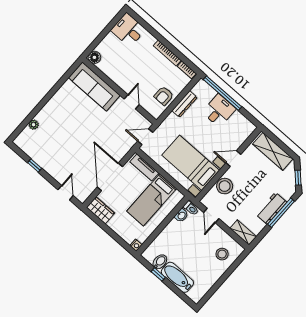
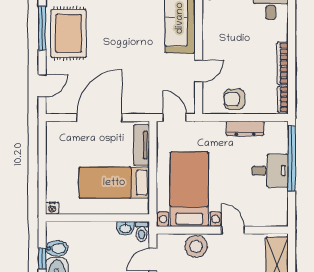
rug: (50, 154) -> (68, 33), added
window: (35, 165) -> (42, 28), width x2.17
wardrobe: (101, 210) -> (56, 139), removed

